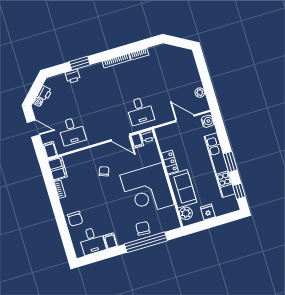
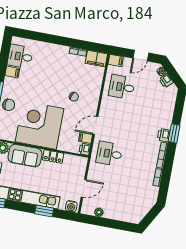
window: (80, 63) -> (174, 133), moved
printer: (73, 76) -> (164, 135), moved
window: (230, 162) -> (44, 211), moved
chair: (75, 219) -> (46, 52), removed

